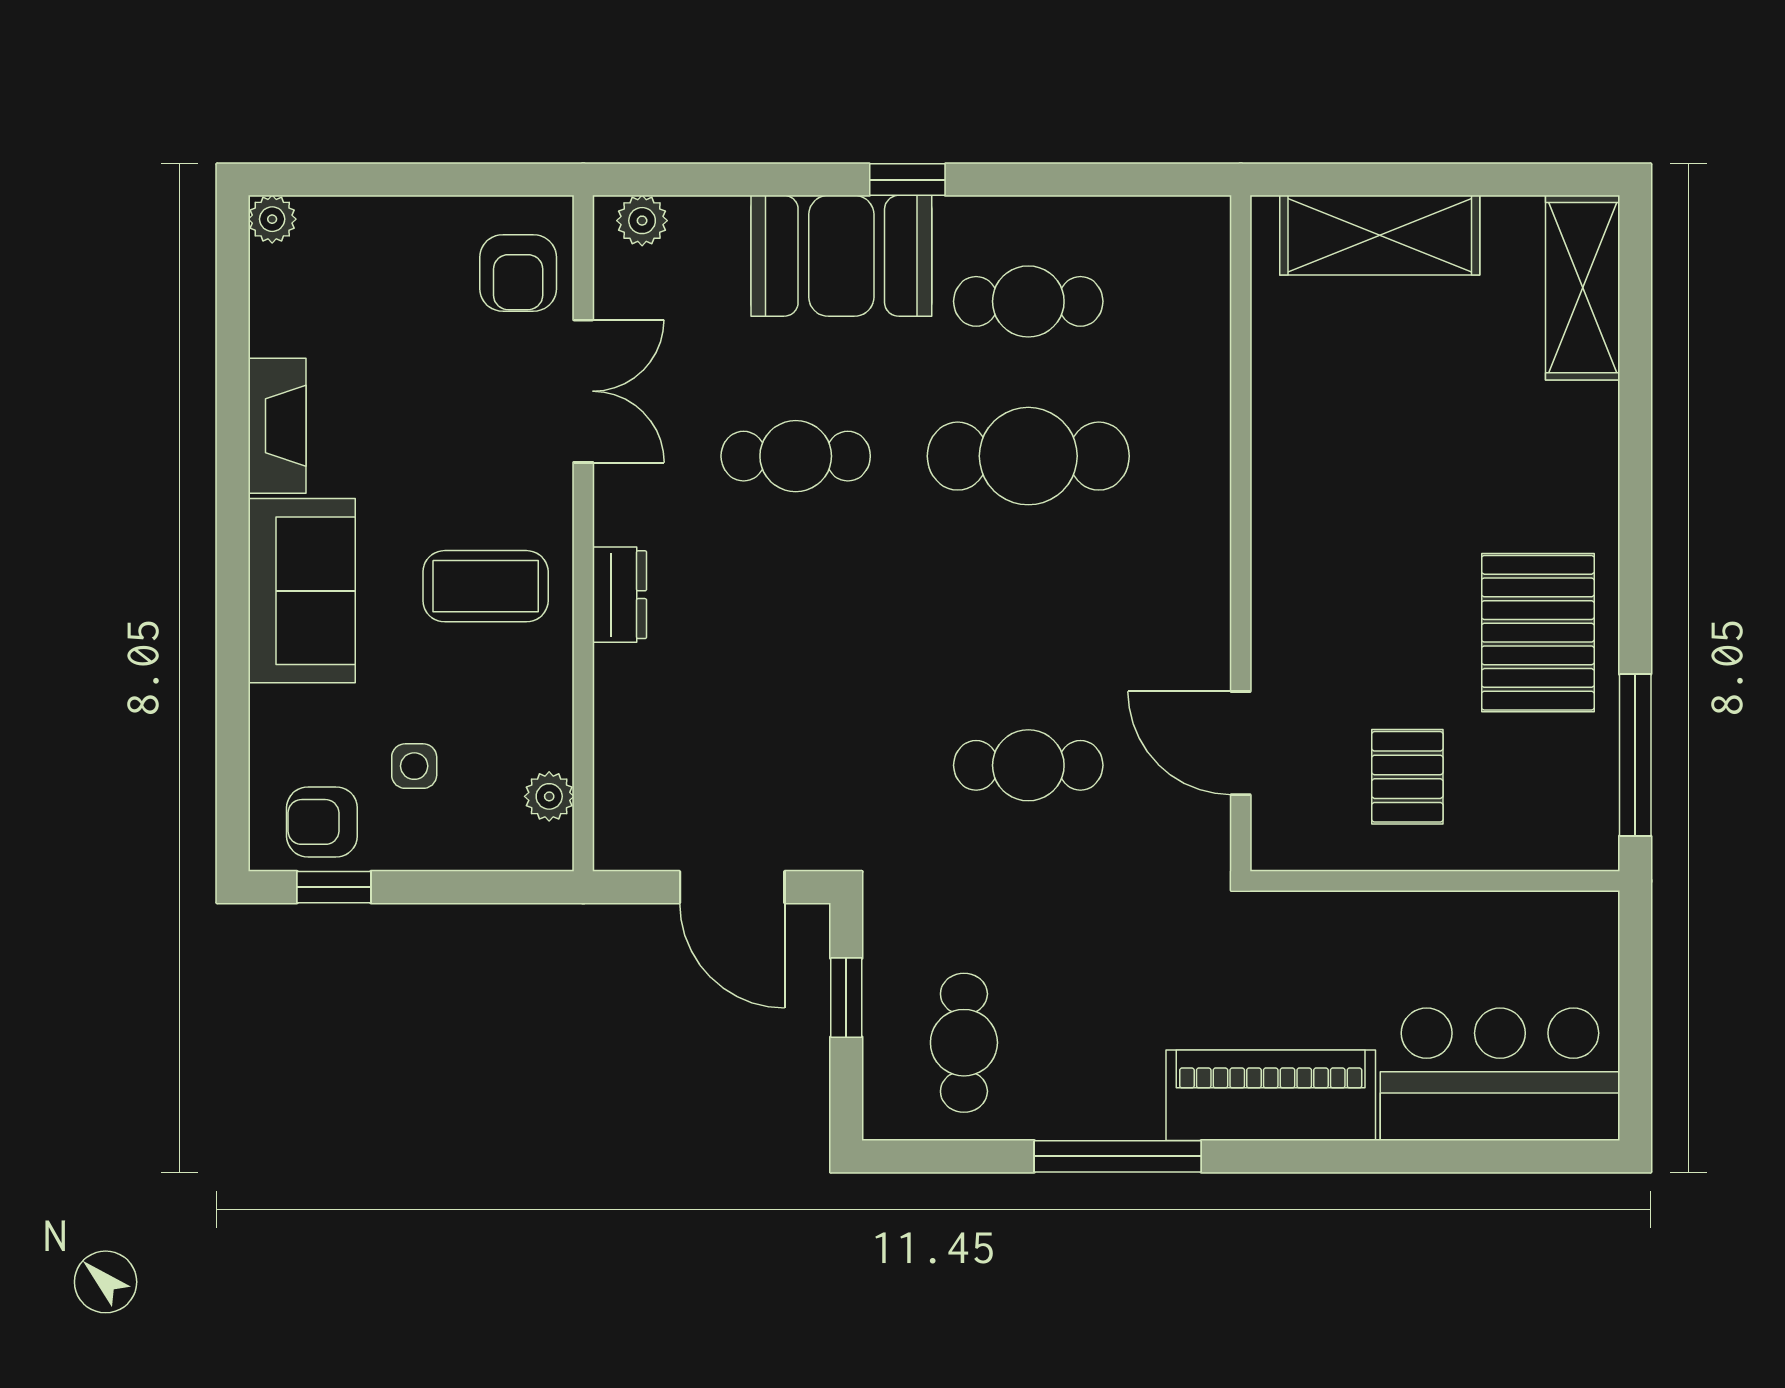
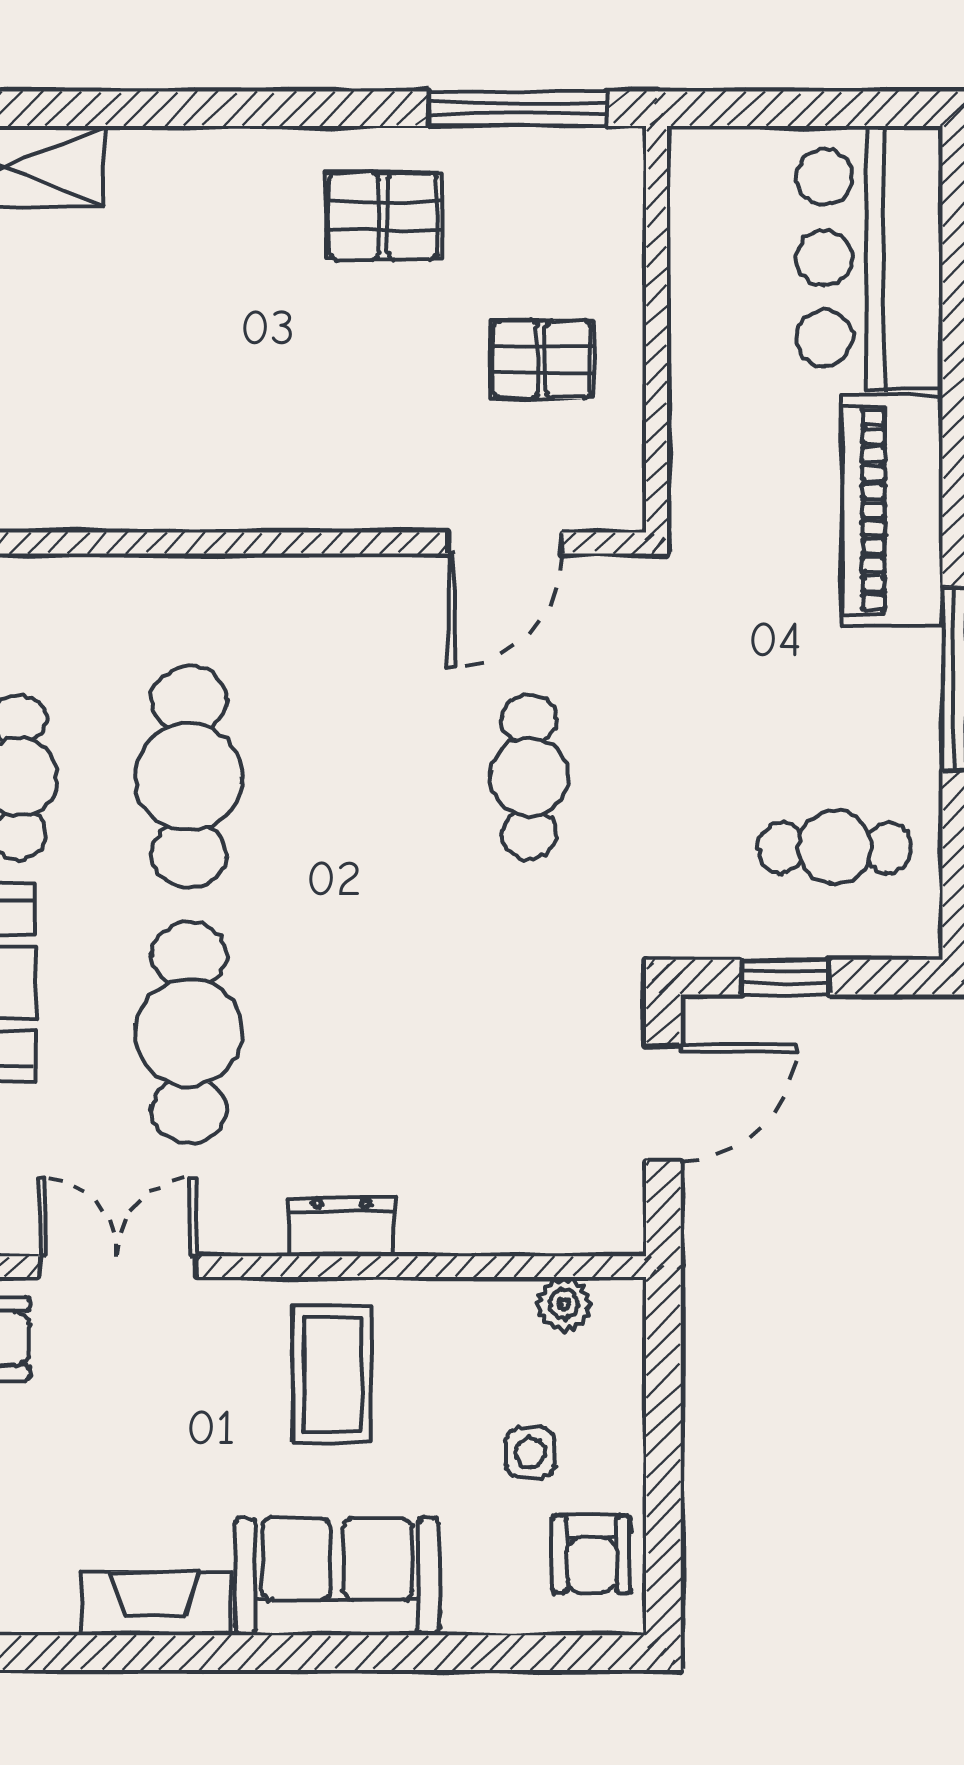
cafe table: (796, 456) -> (189, 1033), width x1.37, depth x1.35
pallet: (1538, 633) -> (383, 216), width x0.67, depth x0.71
window: (334, 887) -> (663, 1541), removed

